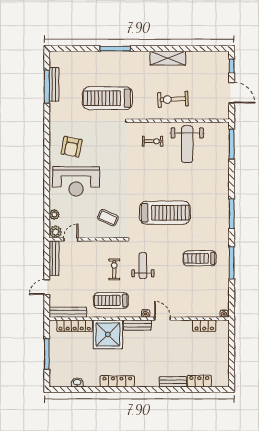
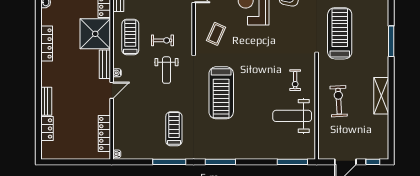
weight bench: (143, 266) -> (166, 70), turned 90
locker: (204, 326) -> (104, 134), width x1.53

